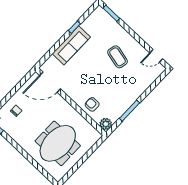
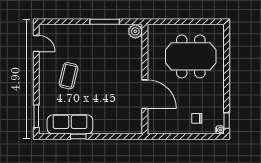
sofa: (71, 45) -> (70, 124), moved
door: (50, 82) -> (145, 94), moved
armchair: (92, 104) -> (130, 59), removed

